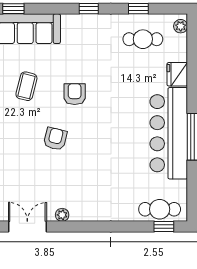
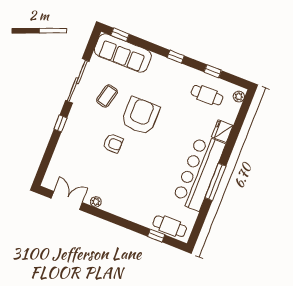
armchair: (75, 94) -> (140, 116), width x1.88, depth x1.88
armchair: (55, 139) -> (113, 143), turned 76
window: (164, 227) -> (156, 236), moved

